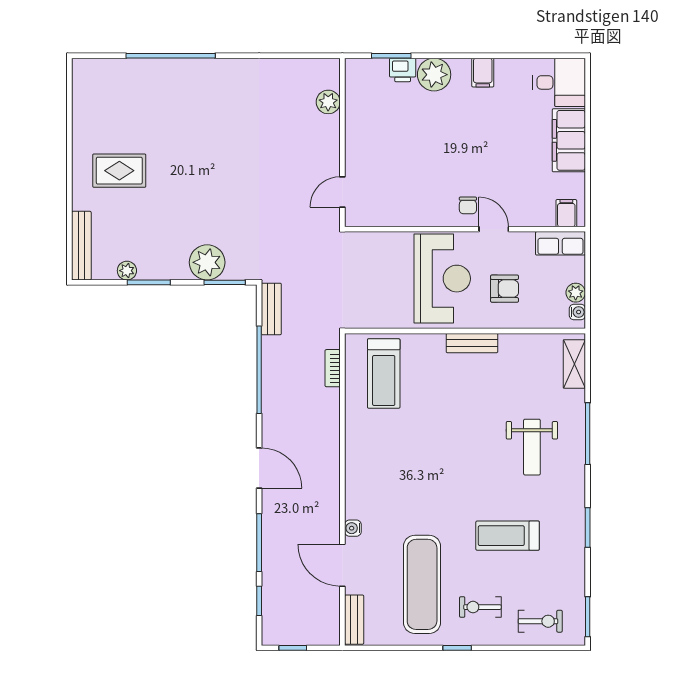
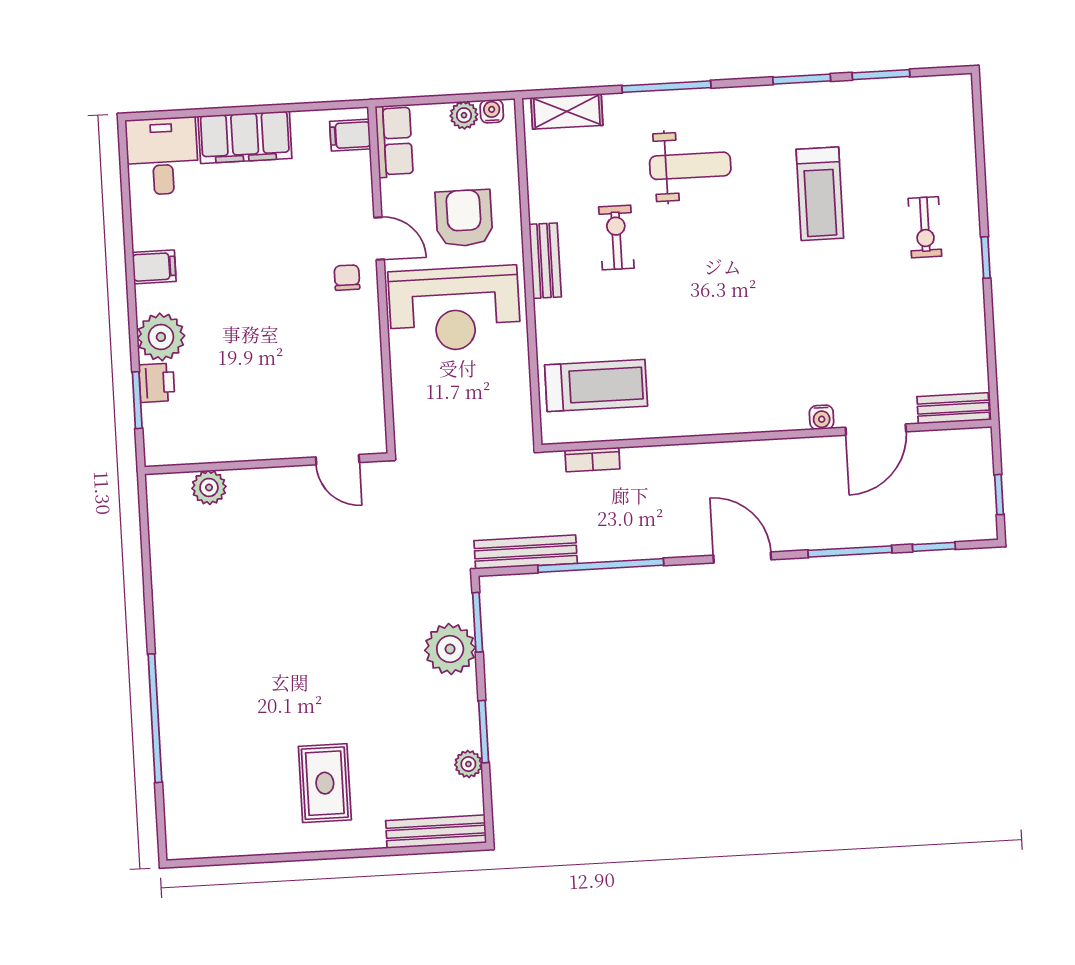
chair: (468, 205) -> (347, 278), turned -90
door: (494, 229) -> (379, 238), swing flipped
reception desk: (442, 279) -> (454, 309), turned 180
armchair: (505, 289) -> (464, 218), width x1.38, depth x1.38
bench: (271, 309) -> (526, 552), width x1.36
door: (259, 468) -> (742, 558), hinge flipped
exercise mat: (422, 584) -> (897, 313), removed
window: (588, 617) -> (881, 75), moved
exercise bike: (540, 621) -> (616, 237), moved

